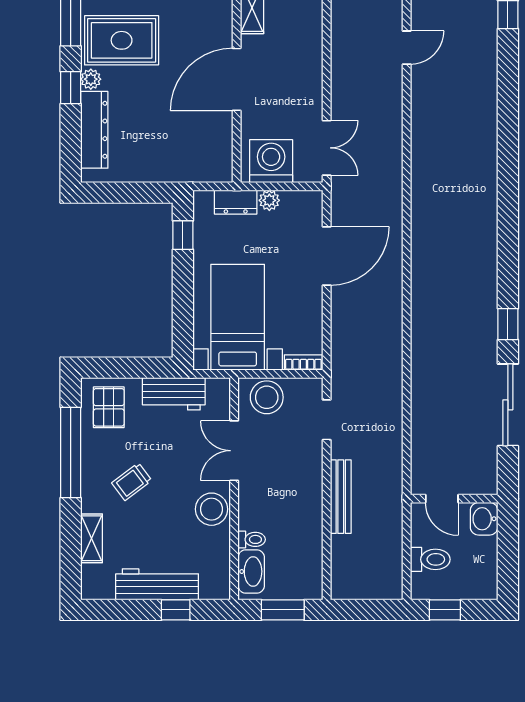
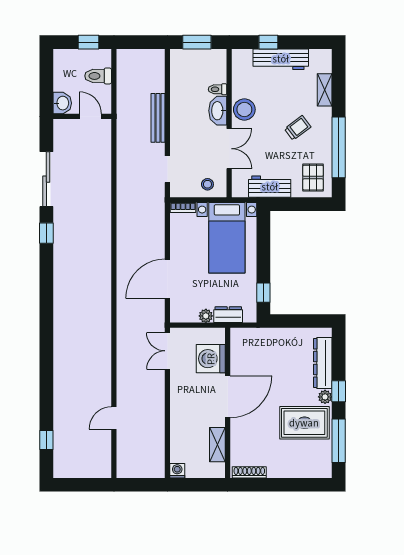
washing machine: (271, 161) -> (211, 359), moved, turned 90
stool: (267, 397) -> (207, 184), width x0.53, depth x0.53
washbasin: (251, 571) -> (218, 111), moved

